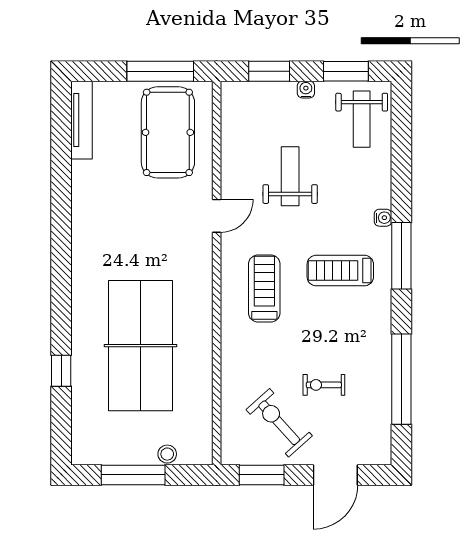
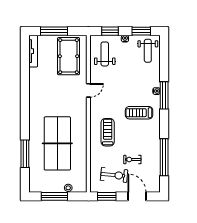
window: (160, 71) -> (54, 31), moved
weight bench: (290, 176) -> (105, 54), moved
window: (401, 256) -> (164, 95), moved
treadmill: (264, 289) -> (108, 132), moved
window: (61, 371) -> (25, 154), width x2.17
exercise bike: (279, 423) -> (114, 175), turned 137
door: (335, 475) -> (137, 196), swing flipped

